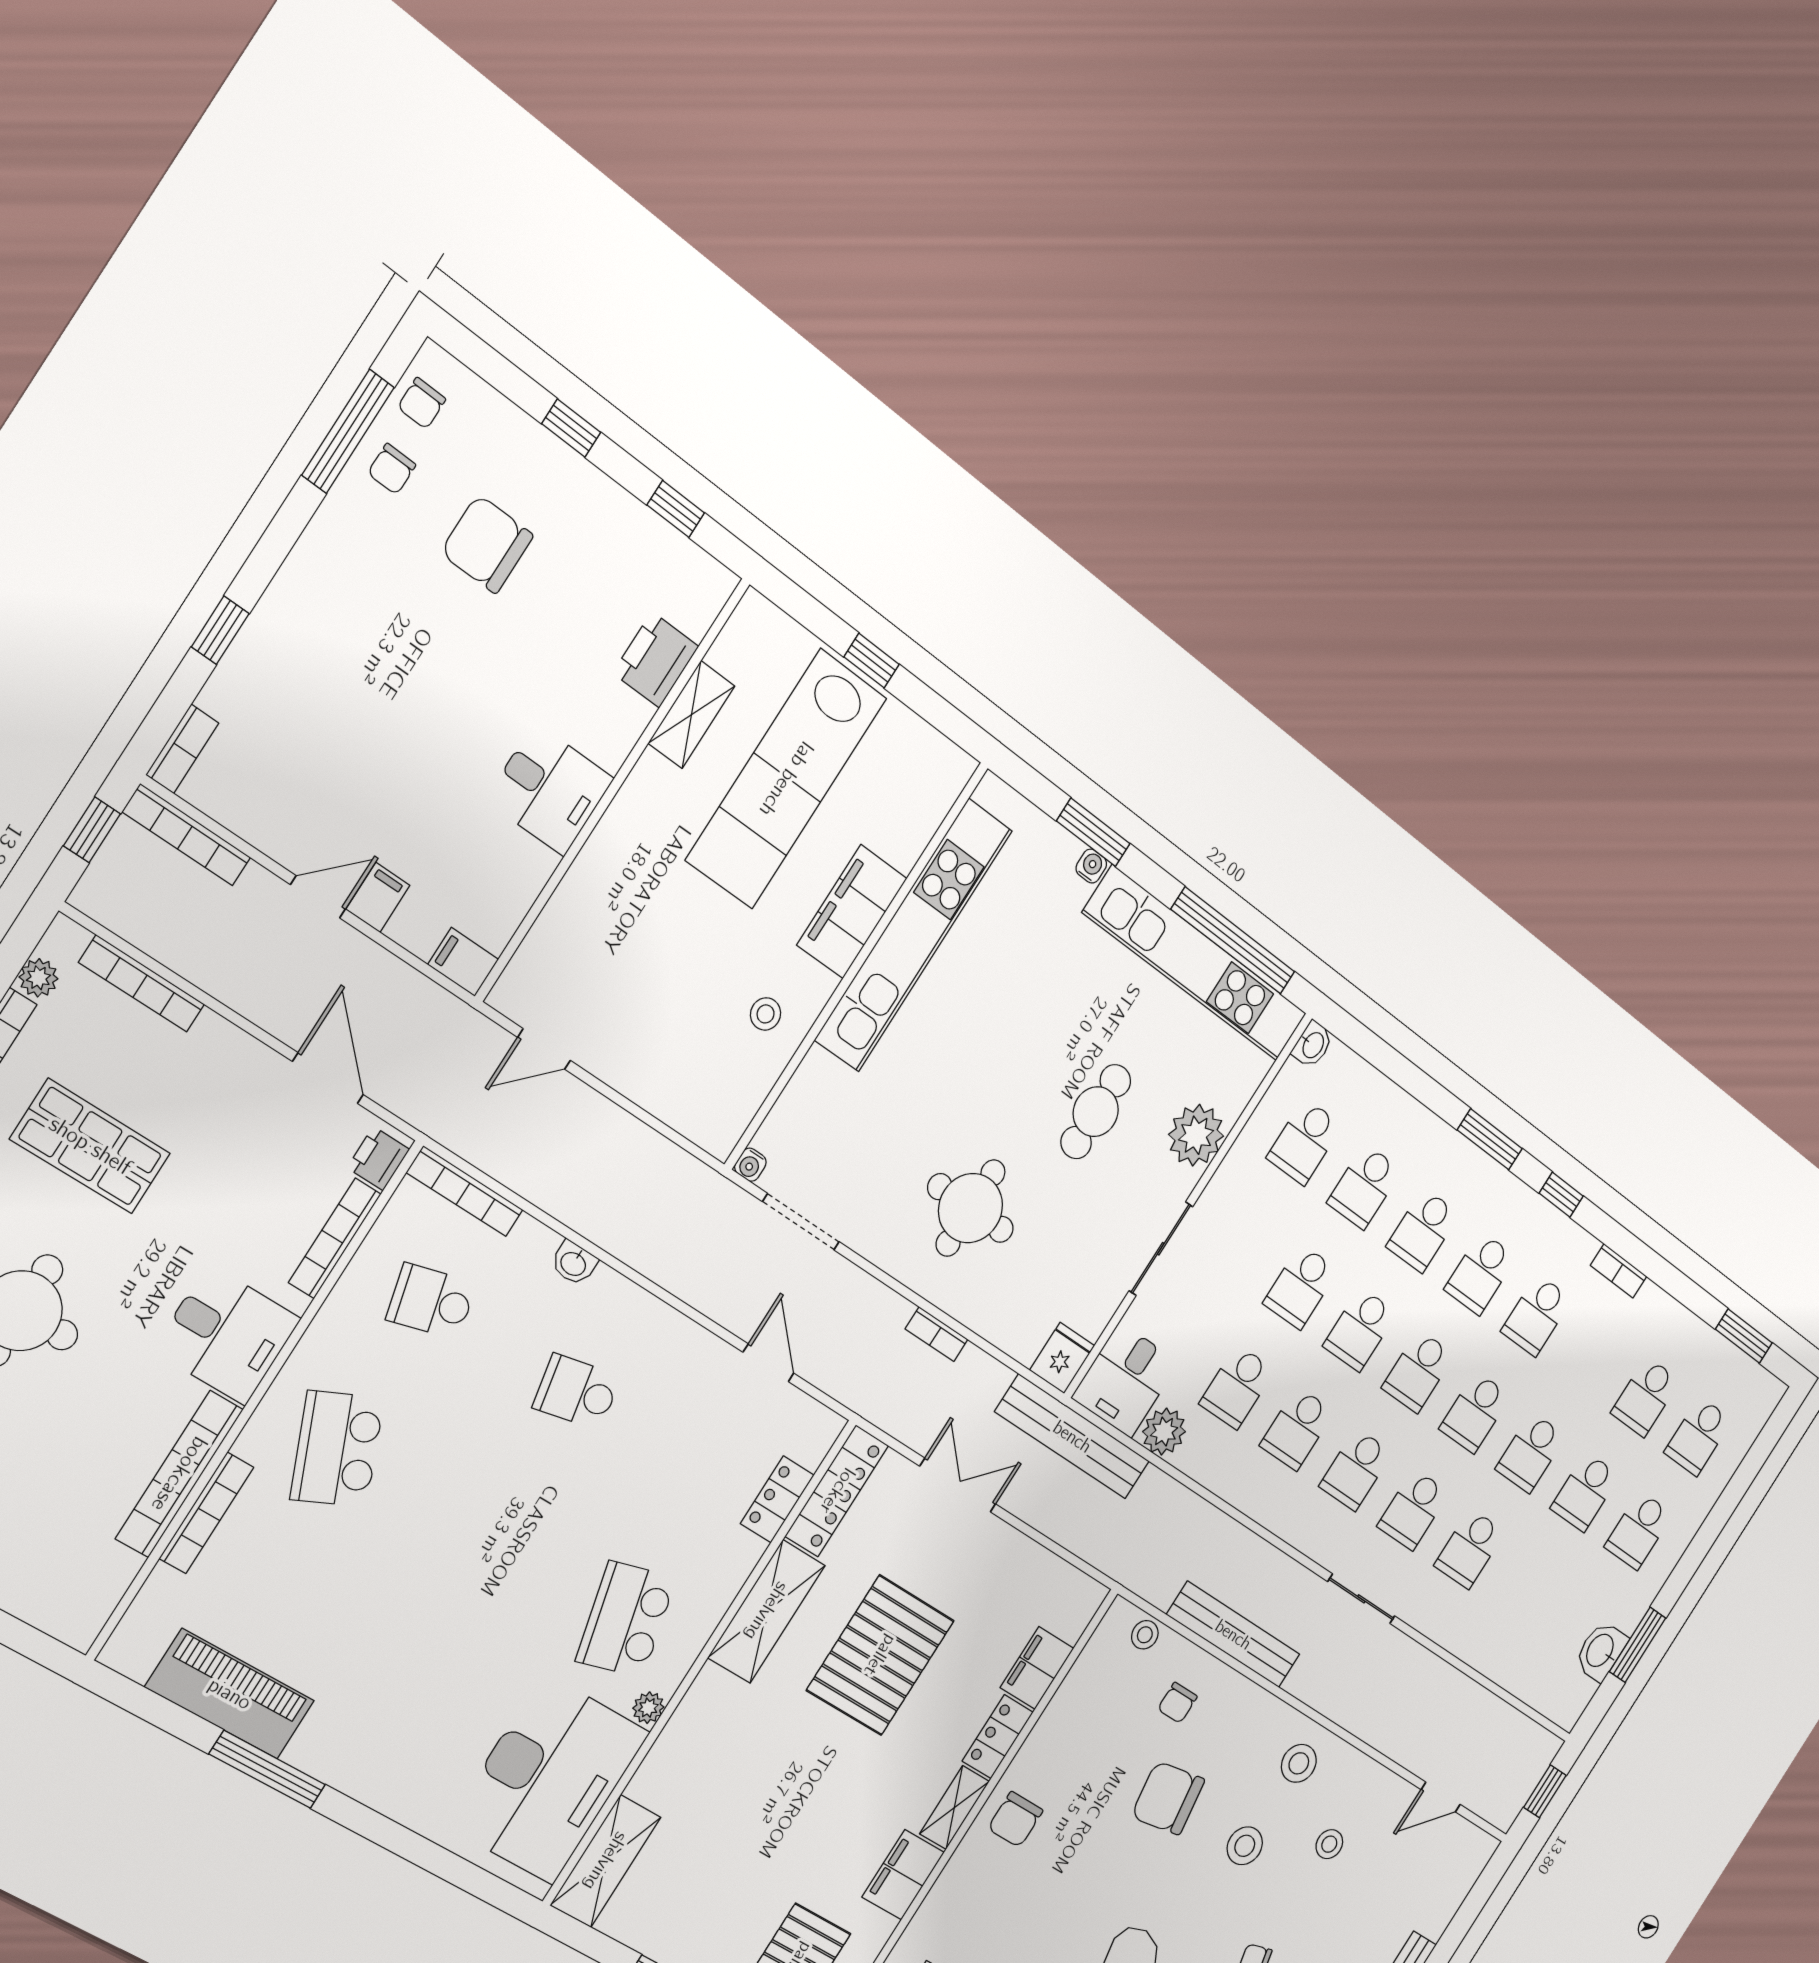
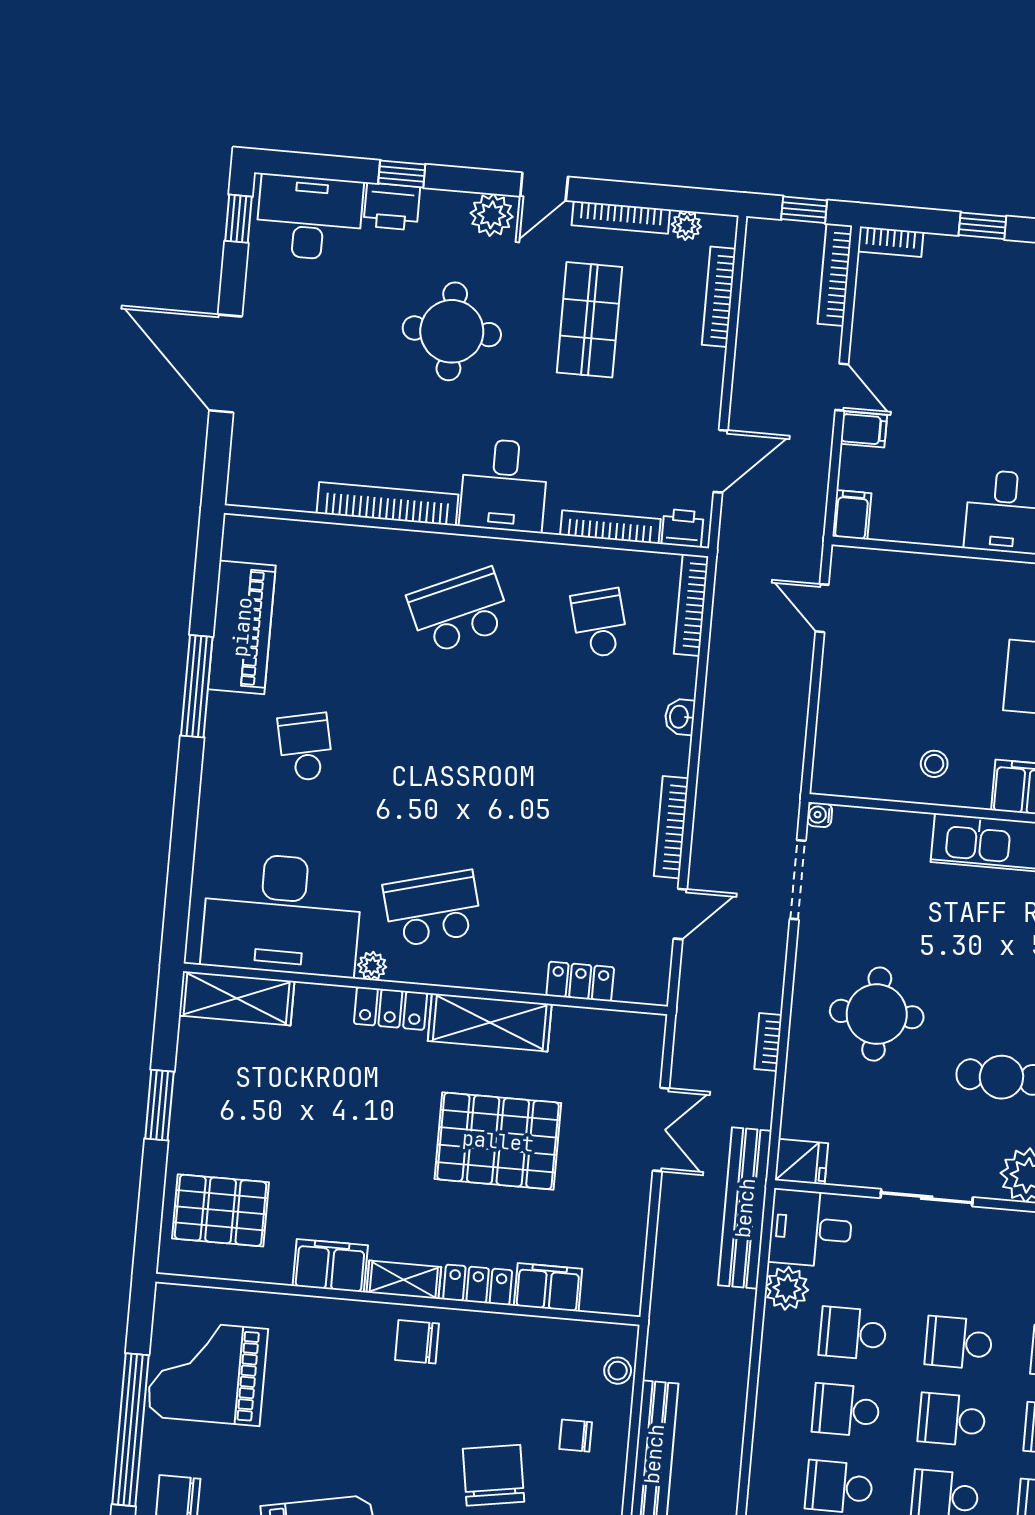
school desk: (577, 1392) -> (306, 747), moved
locker: (837, 1491) -> (390, 1008), moved, width x0.66
bookcase: (206, 1513) -> (671, 827), moved, turned 90

